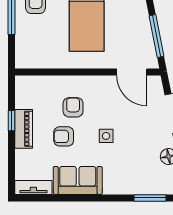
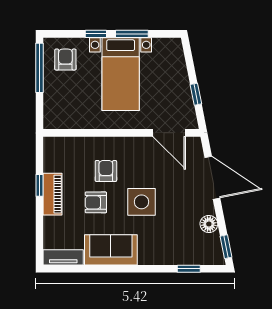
window: (156, 36) -> (196, 94), width x0.46
side table: (106, 136) -> (142, 202), width x1.87, depth x1.87
window: (150, 198) -> (189, 269), width x0.67

